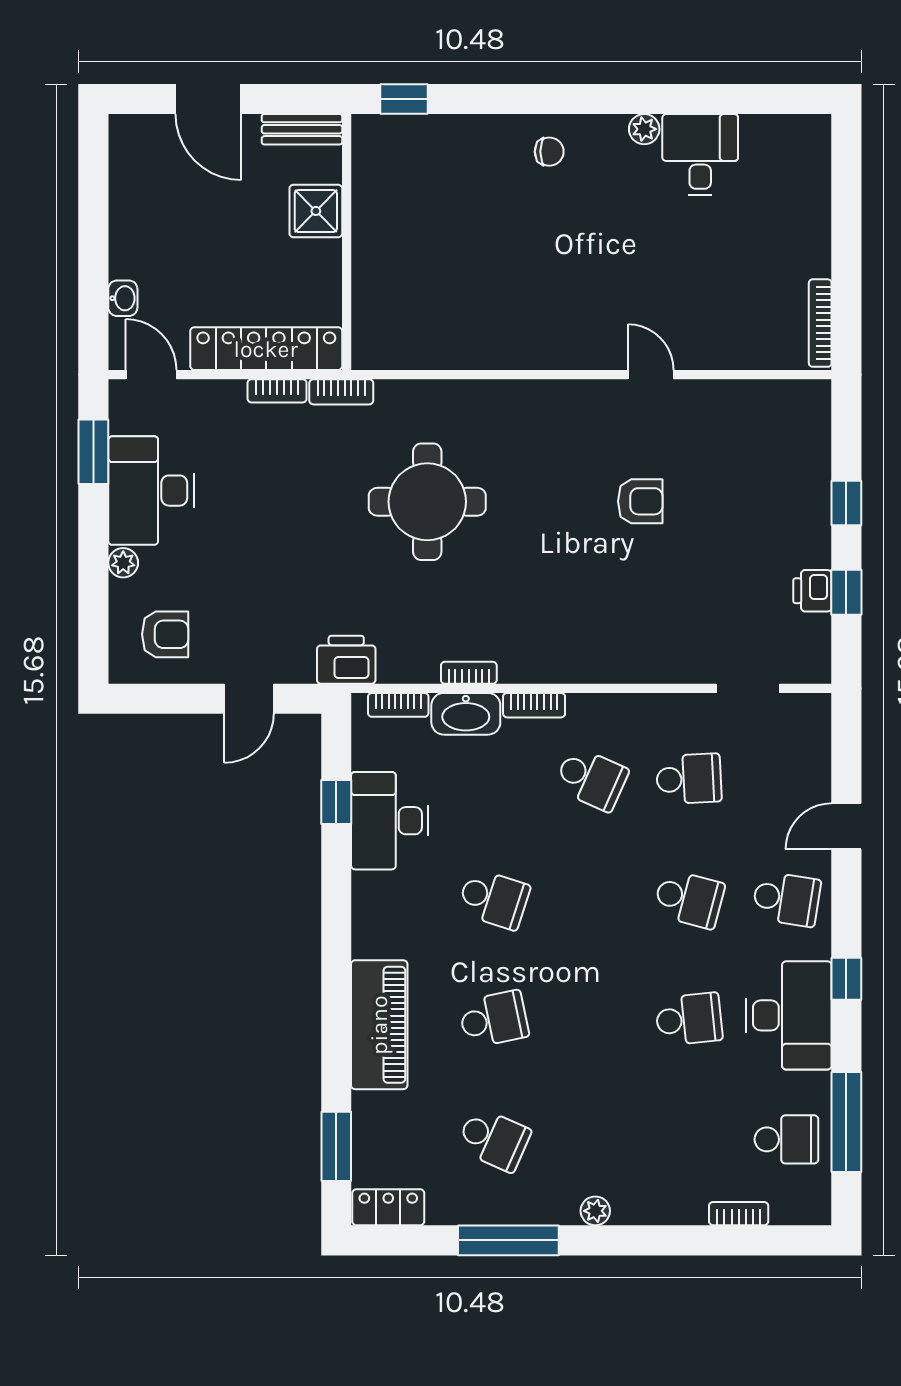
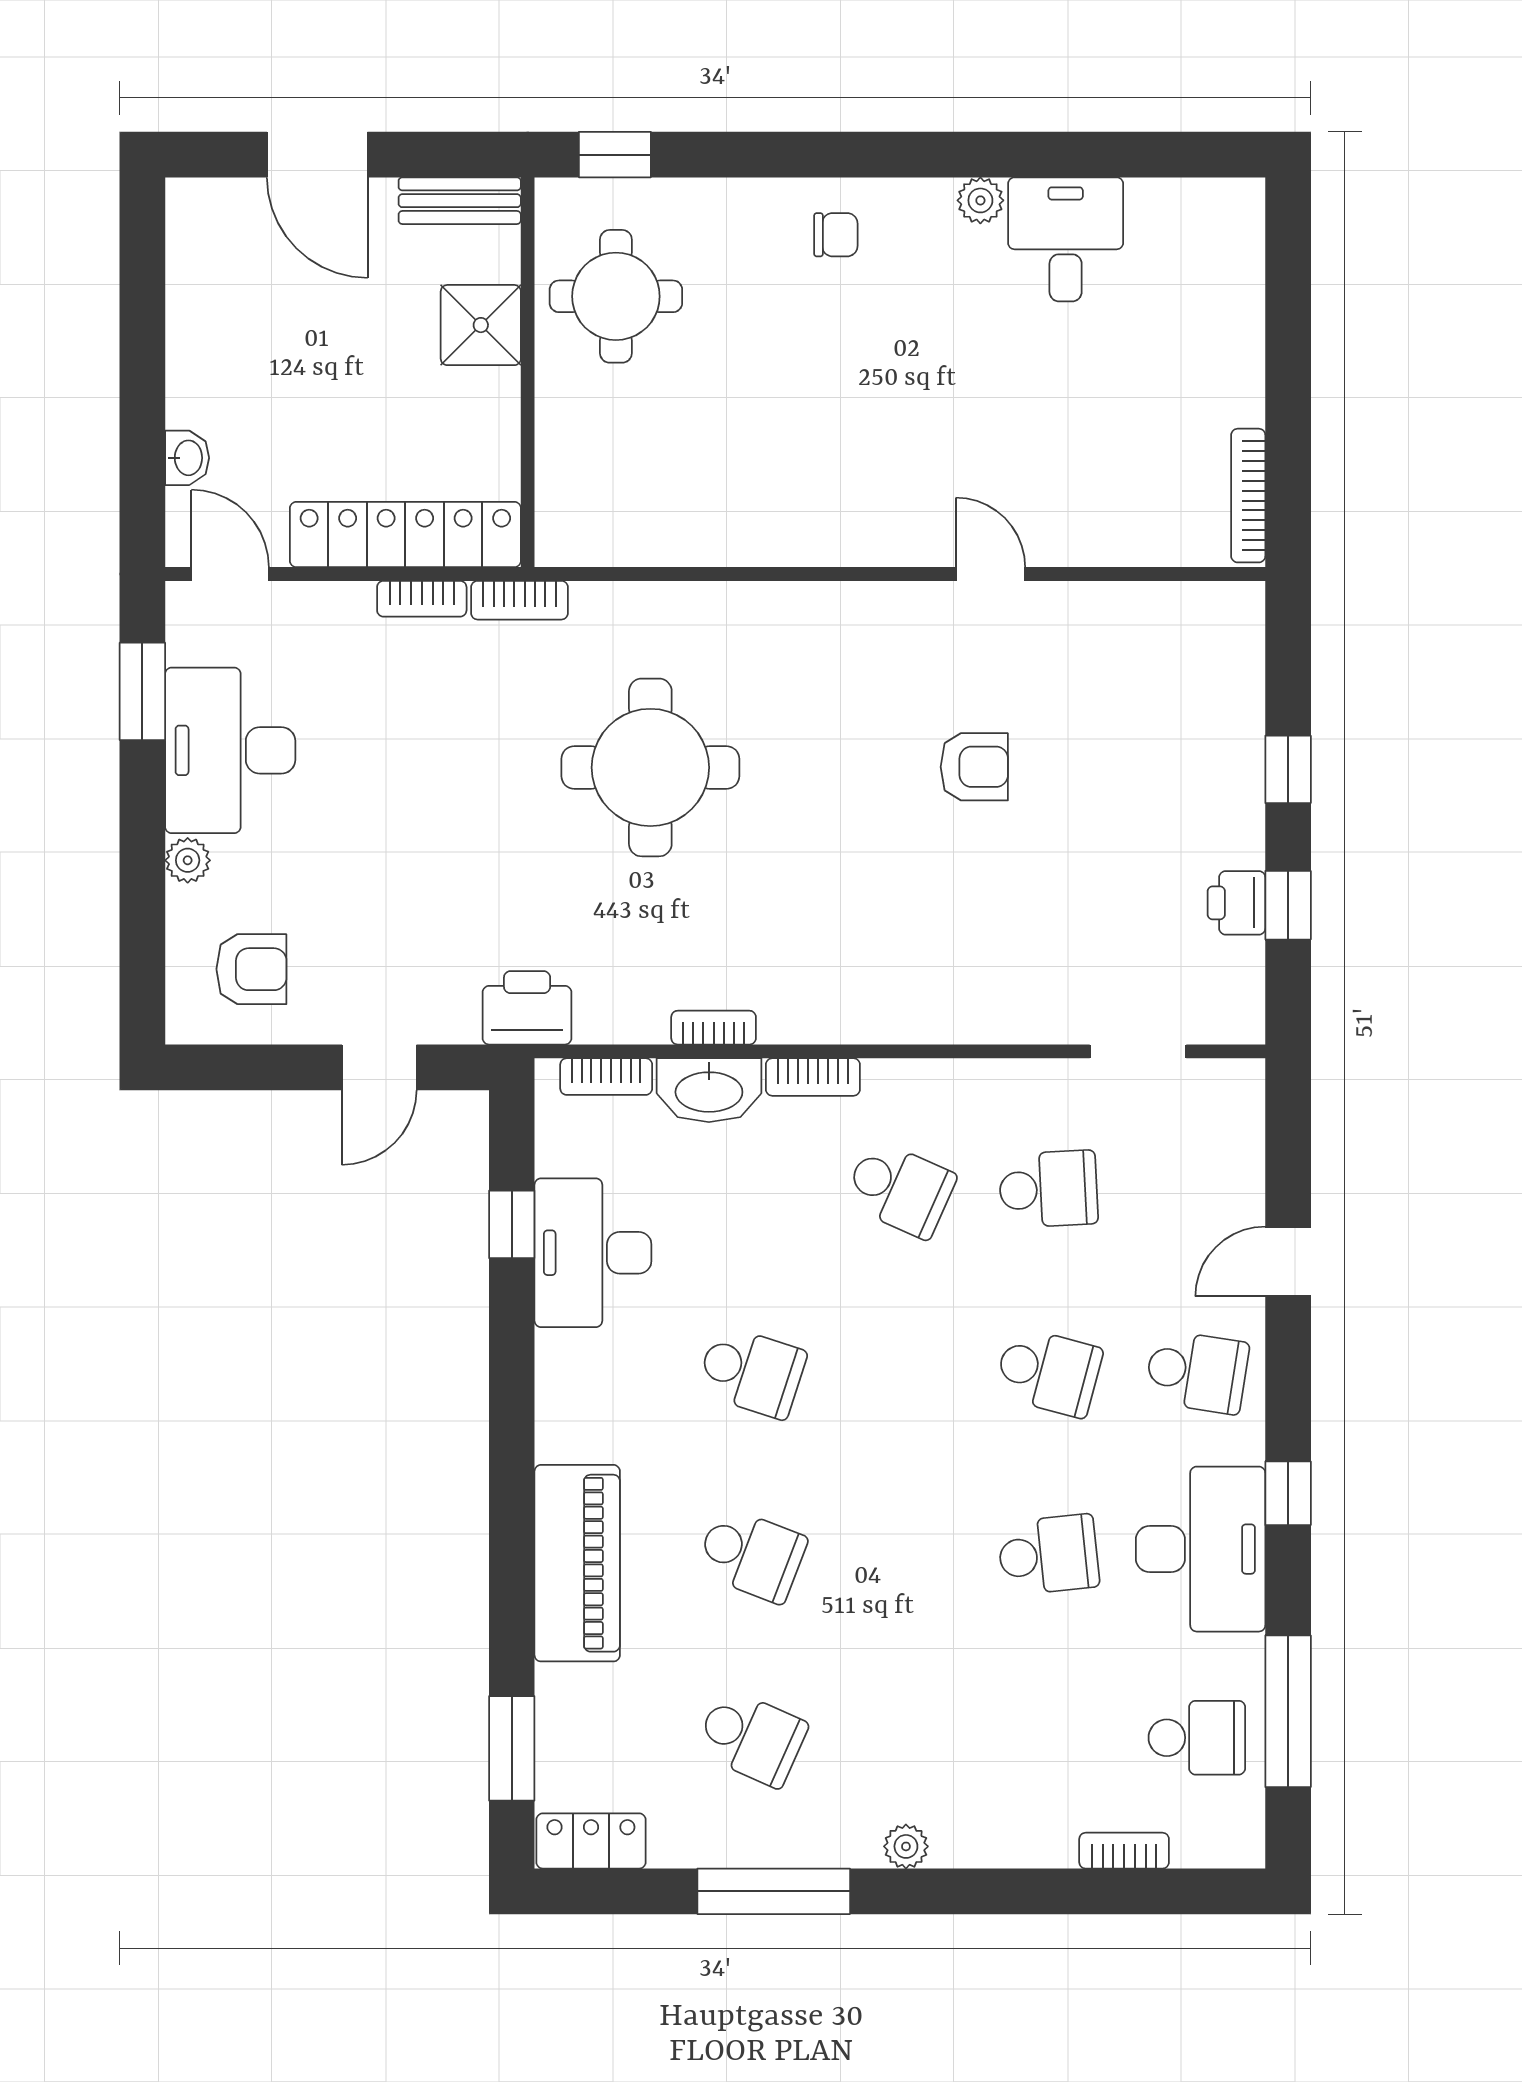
round table: (405, 192) -> (616, 296), added
school desk: (494, 1019) -> (751, 1555), turned 33

